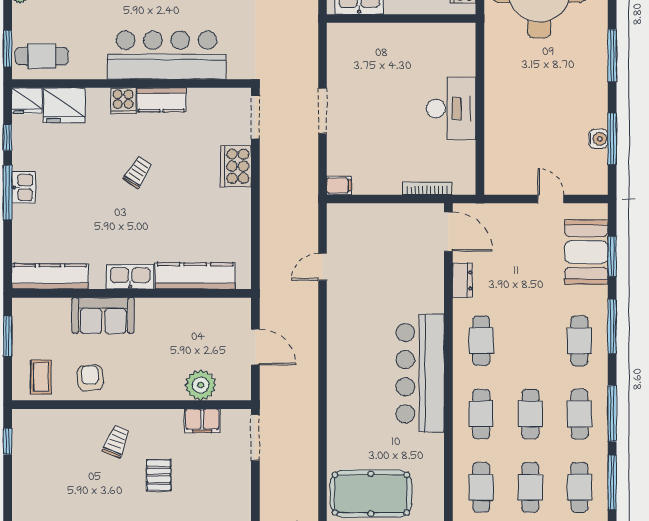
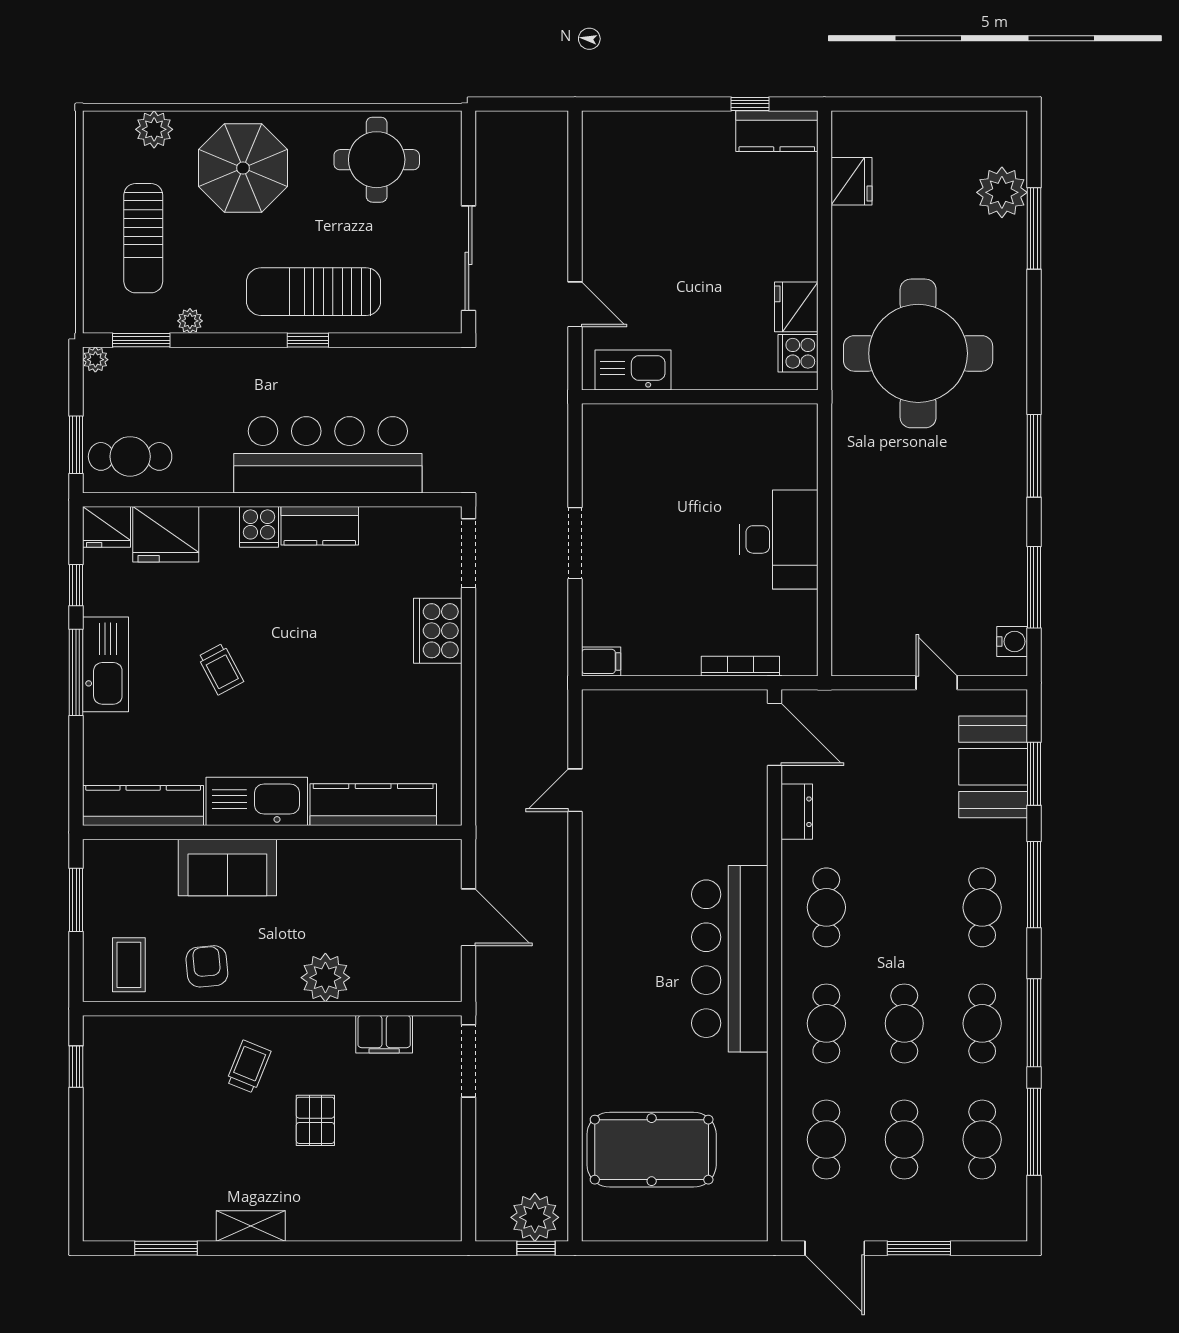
water cooler: (598, 139) -> (1012, 642), moved
trolley: (138, 172) -> (221, 669), moved, turned 119
kitchen sink: (23, 187) -> (106, 664), width x1.87, depth x1.24
kitchen sink: (130, 277) -> (257, 801), width x1.36, depth x1.24
plant: (201, 385) -> (325, 978), moved

